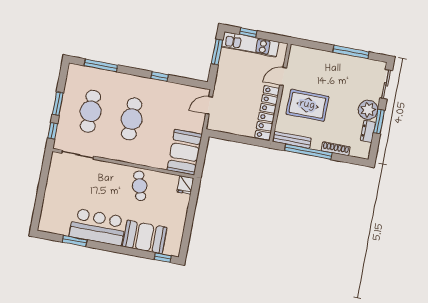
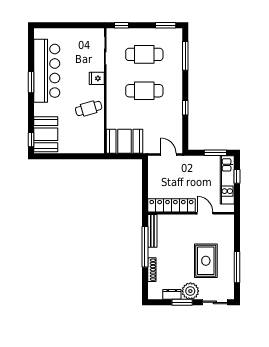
window: (58, 104) -> (166, 25), moved
rug: (307, 105) -> (206, 261), moved
fridge: (185, 185) -> (97, 78), moved
bar counter: (98, 227) -> (47, 71), width x1.36
booth: (145, 237) -> (46, 134), moved
window: (74, 241) -> (31, 82), moved

